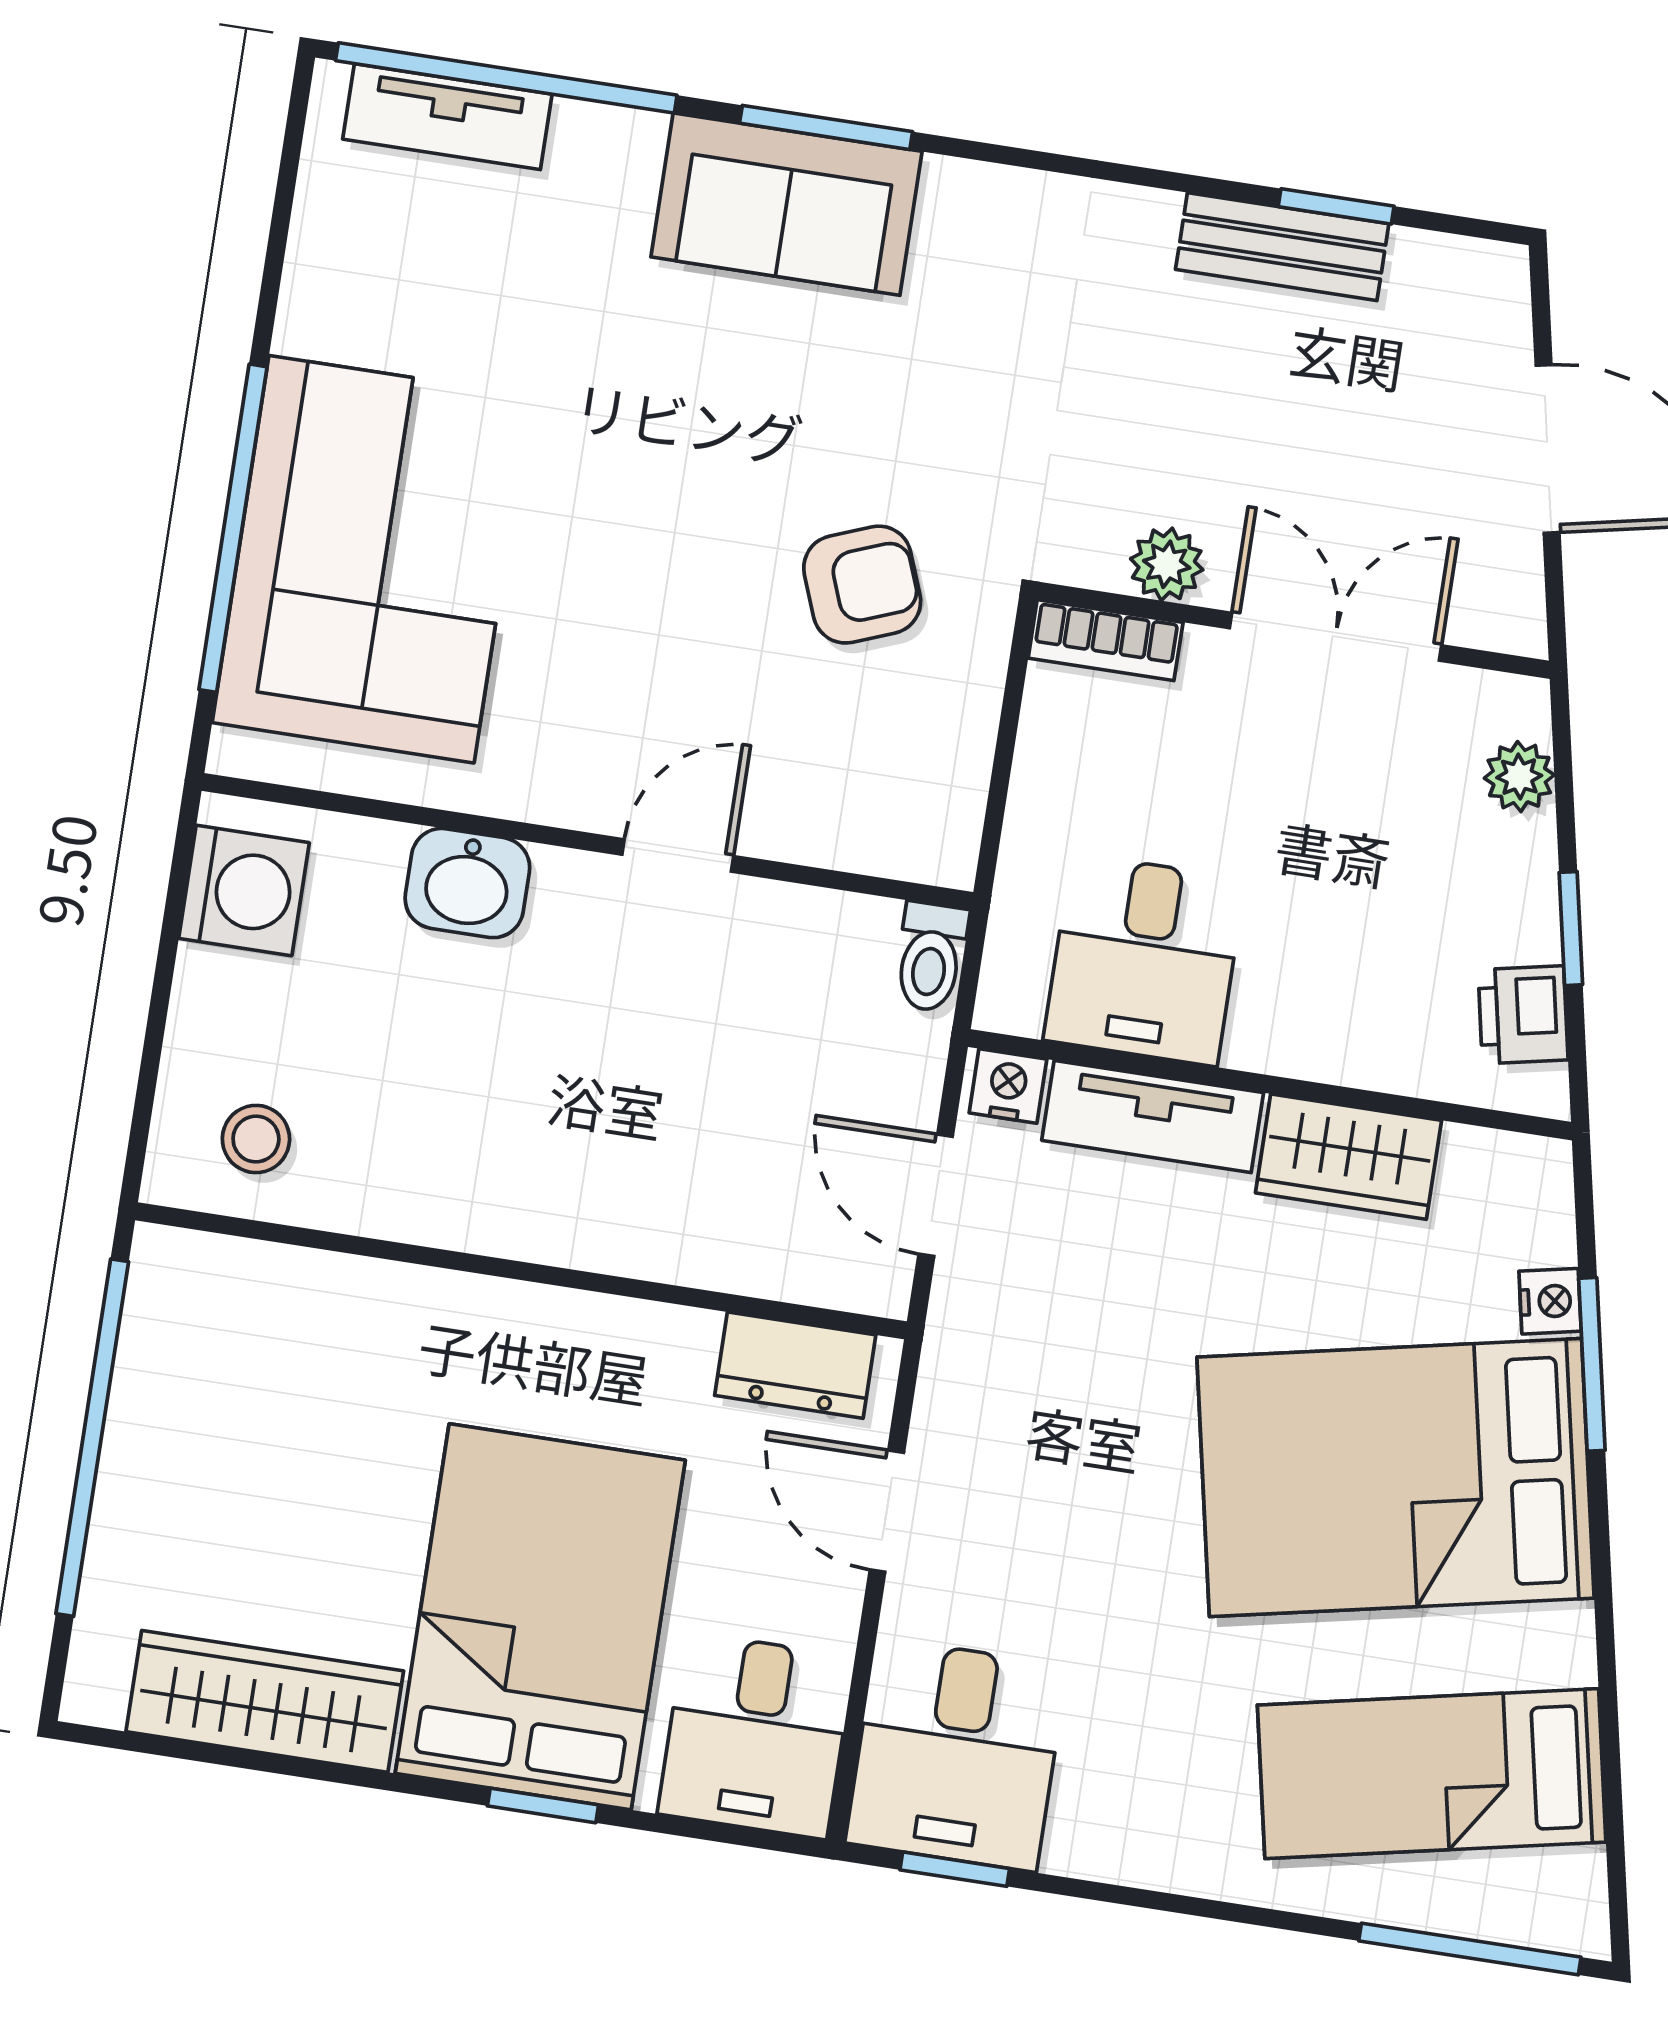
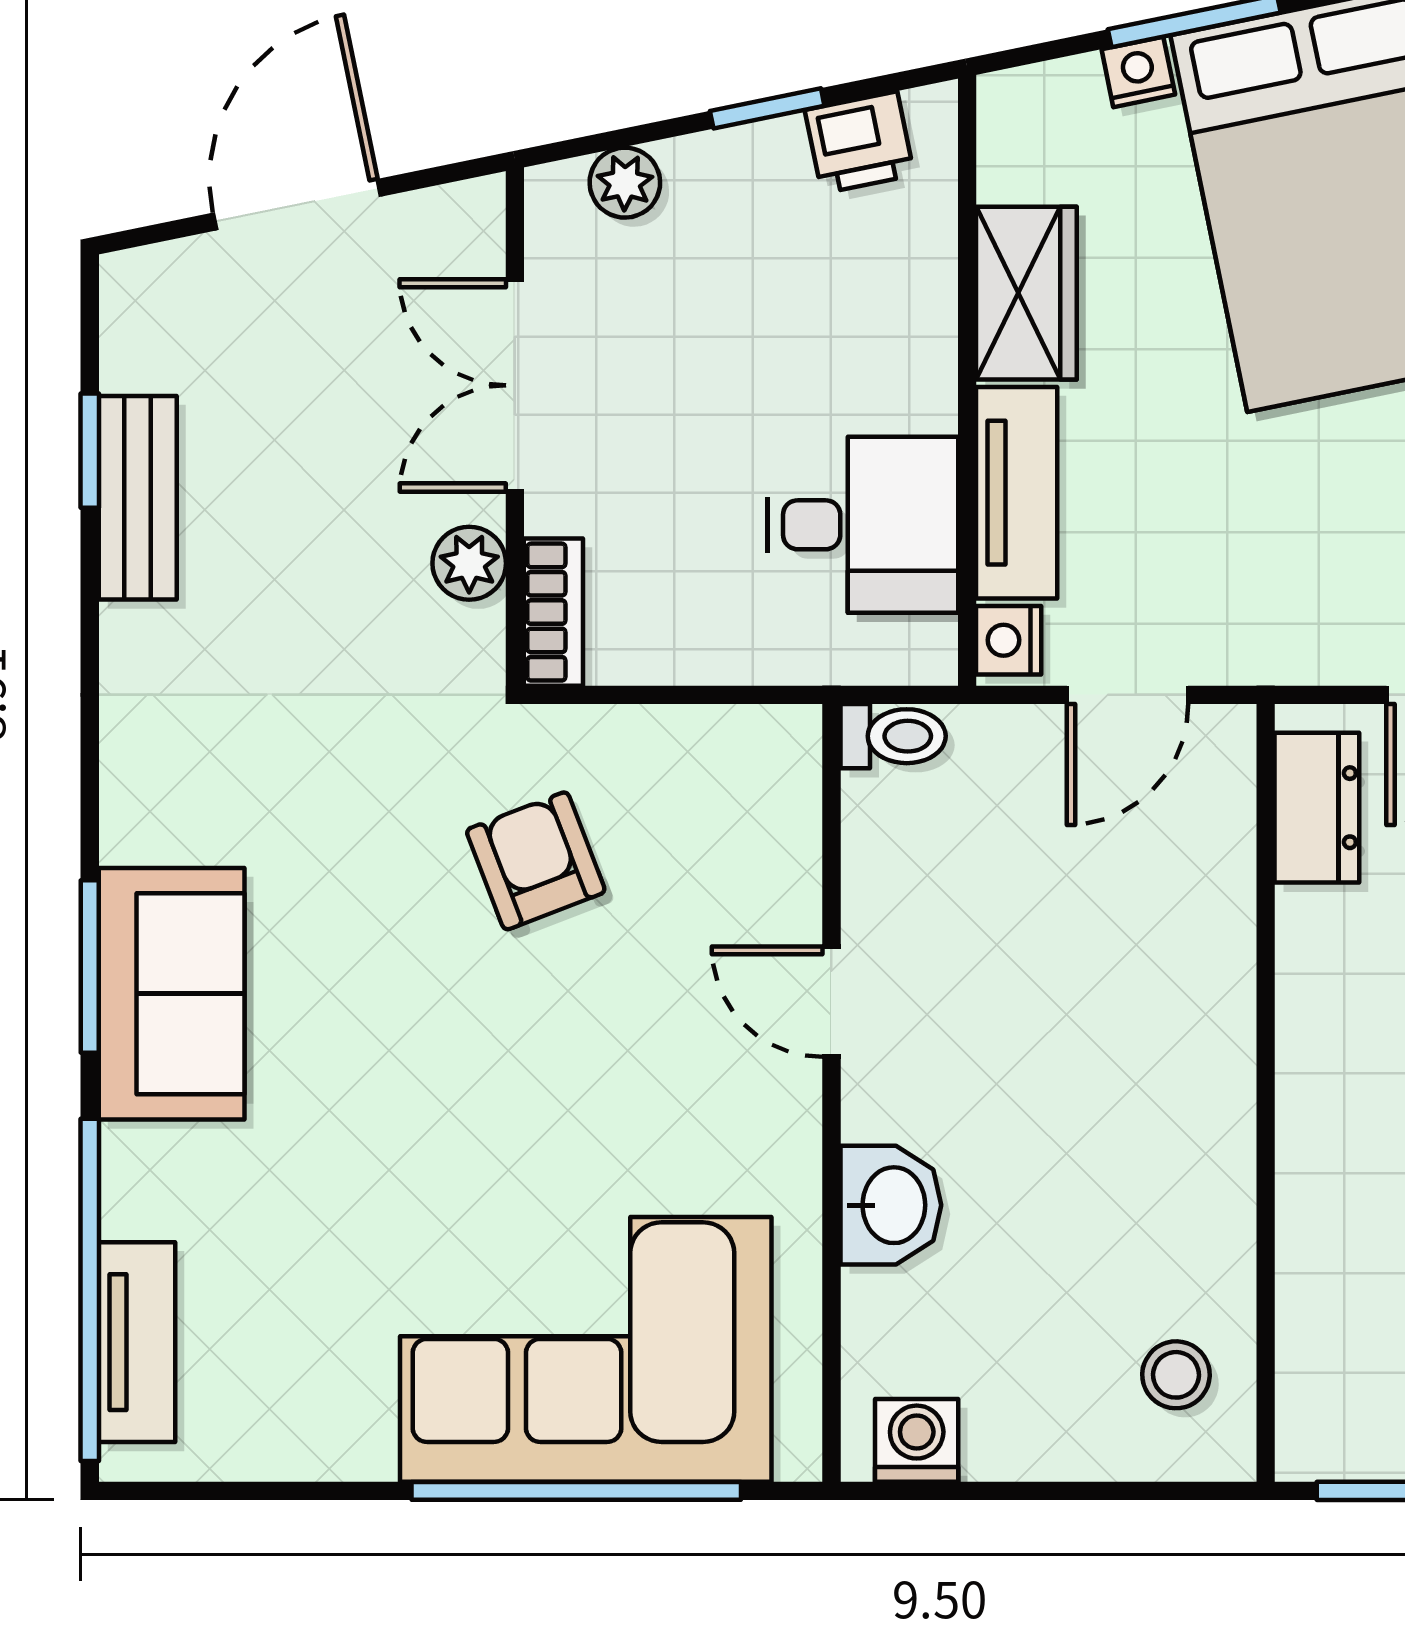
washing machine: (244, 890) -> (917, 1440), width x0.73, depth x0.73

